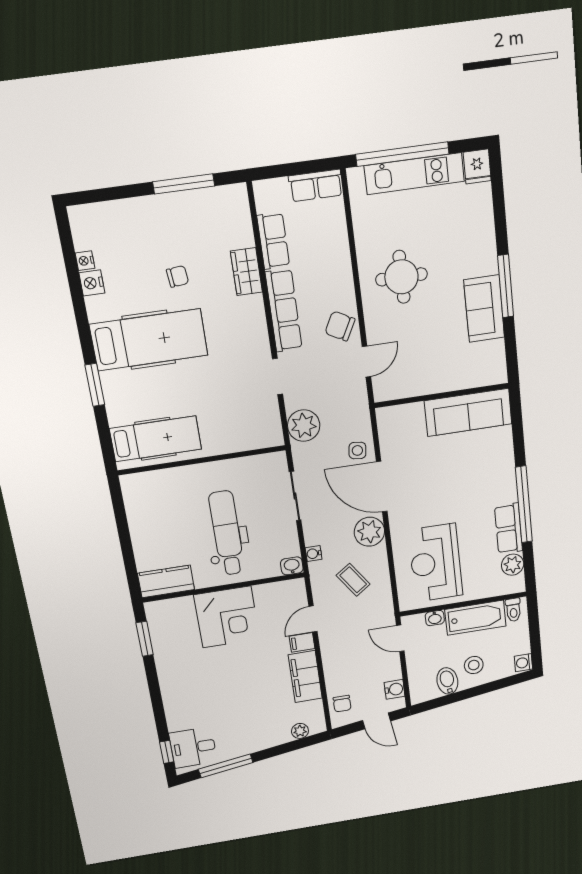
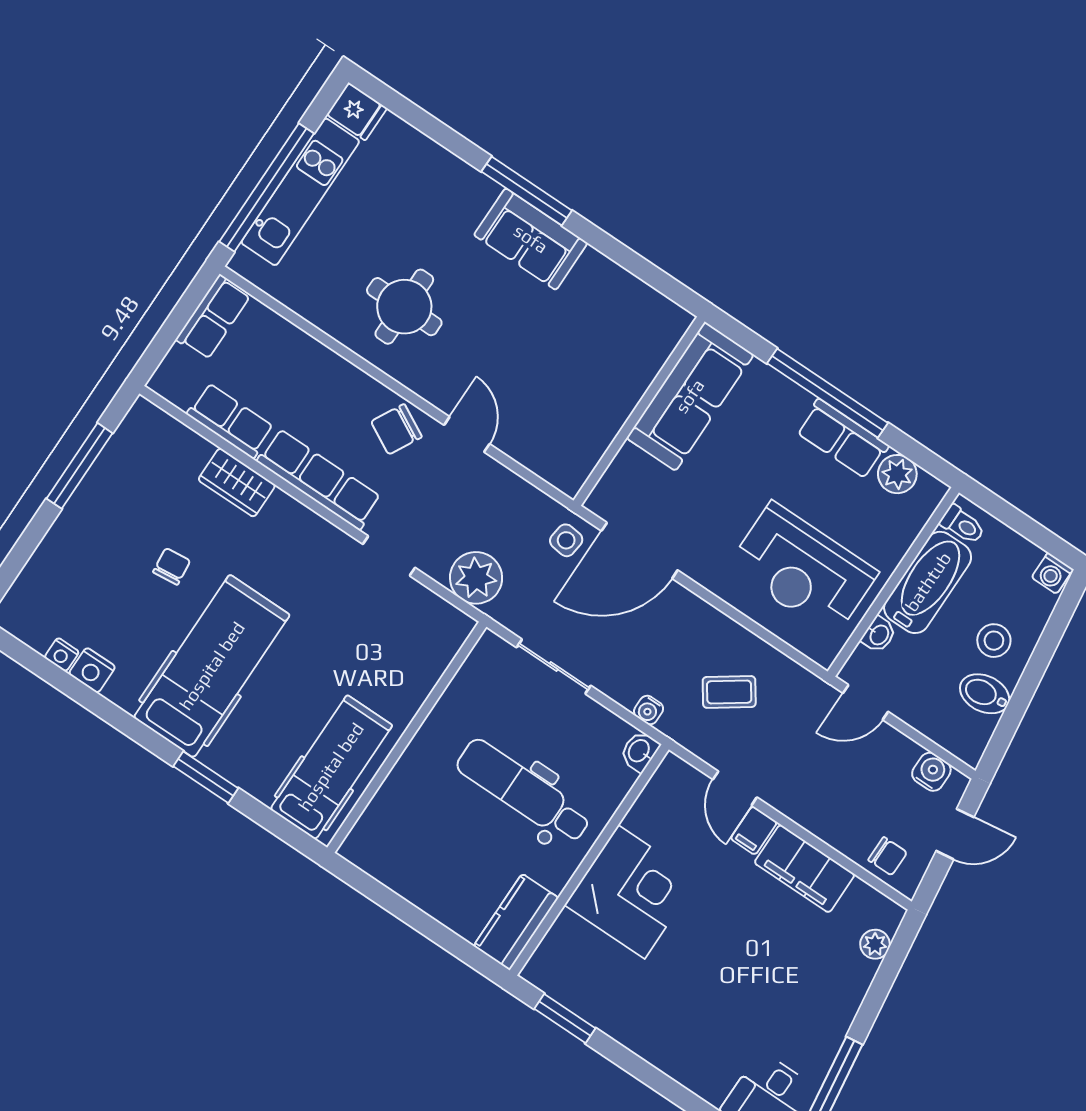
wall: (442, 395) -> (639, 411), moved
sofa: (468, 412) -> (690, 396), moved
plant: (369, 532) -> (684, 616), removed

